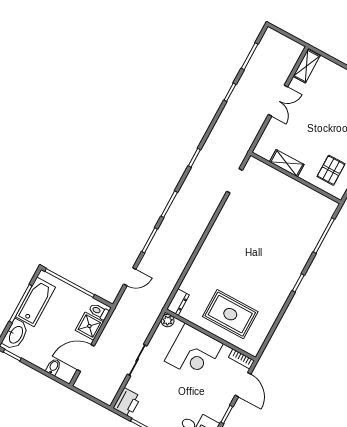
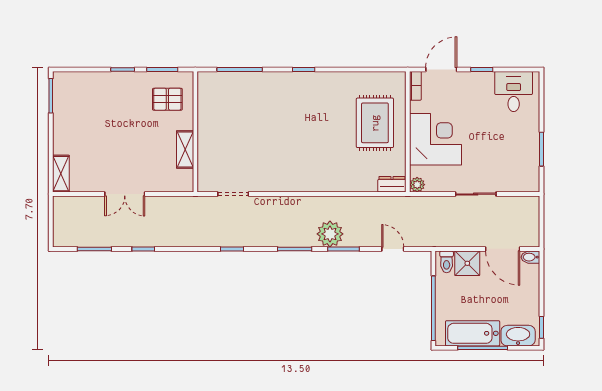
shelving: (307, 66) -> (61, 174), moved, turned 90
double door: (278, 101) -> (125, 194), swing flipped
plant: (166, 236) -> (330, 234), added
bidet: (53, 367) -> (530, 257), moved
printer: (127, 402) -> (526, 181), removed

